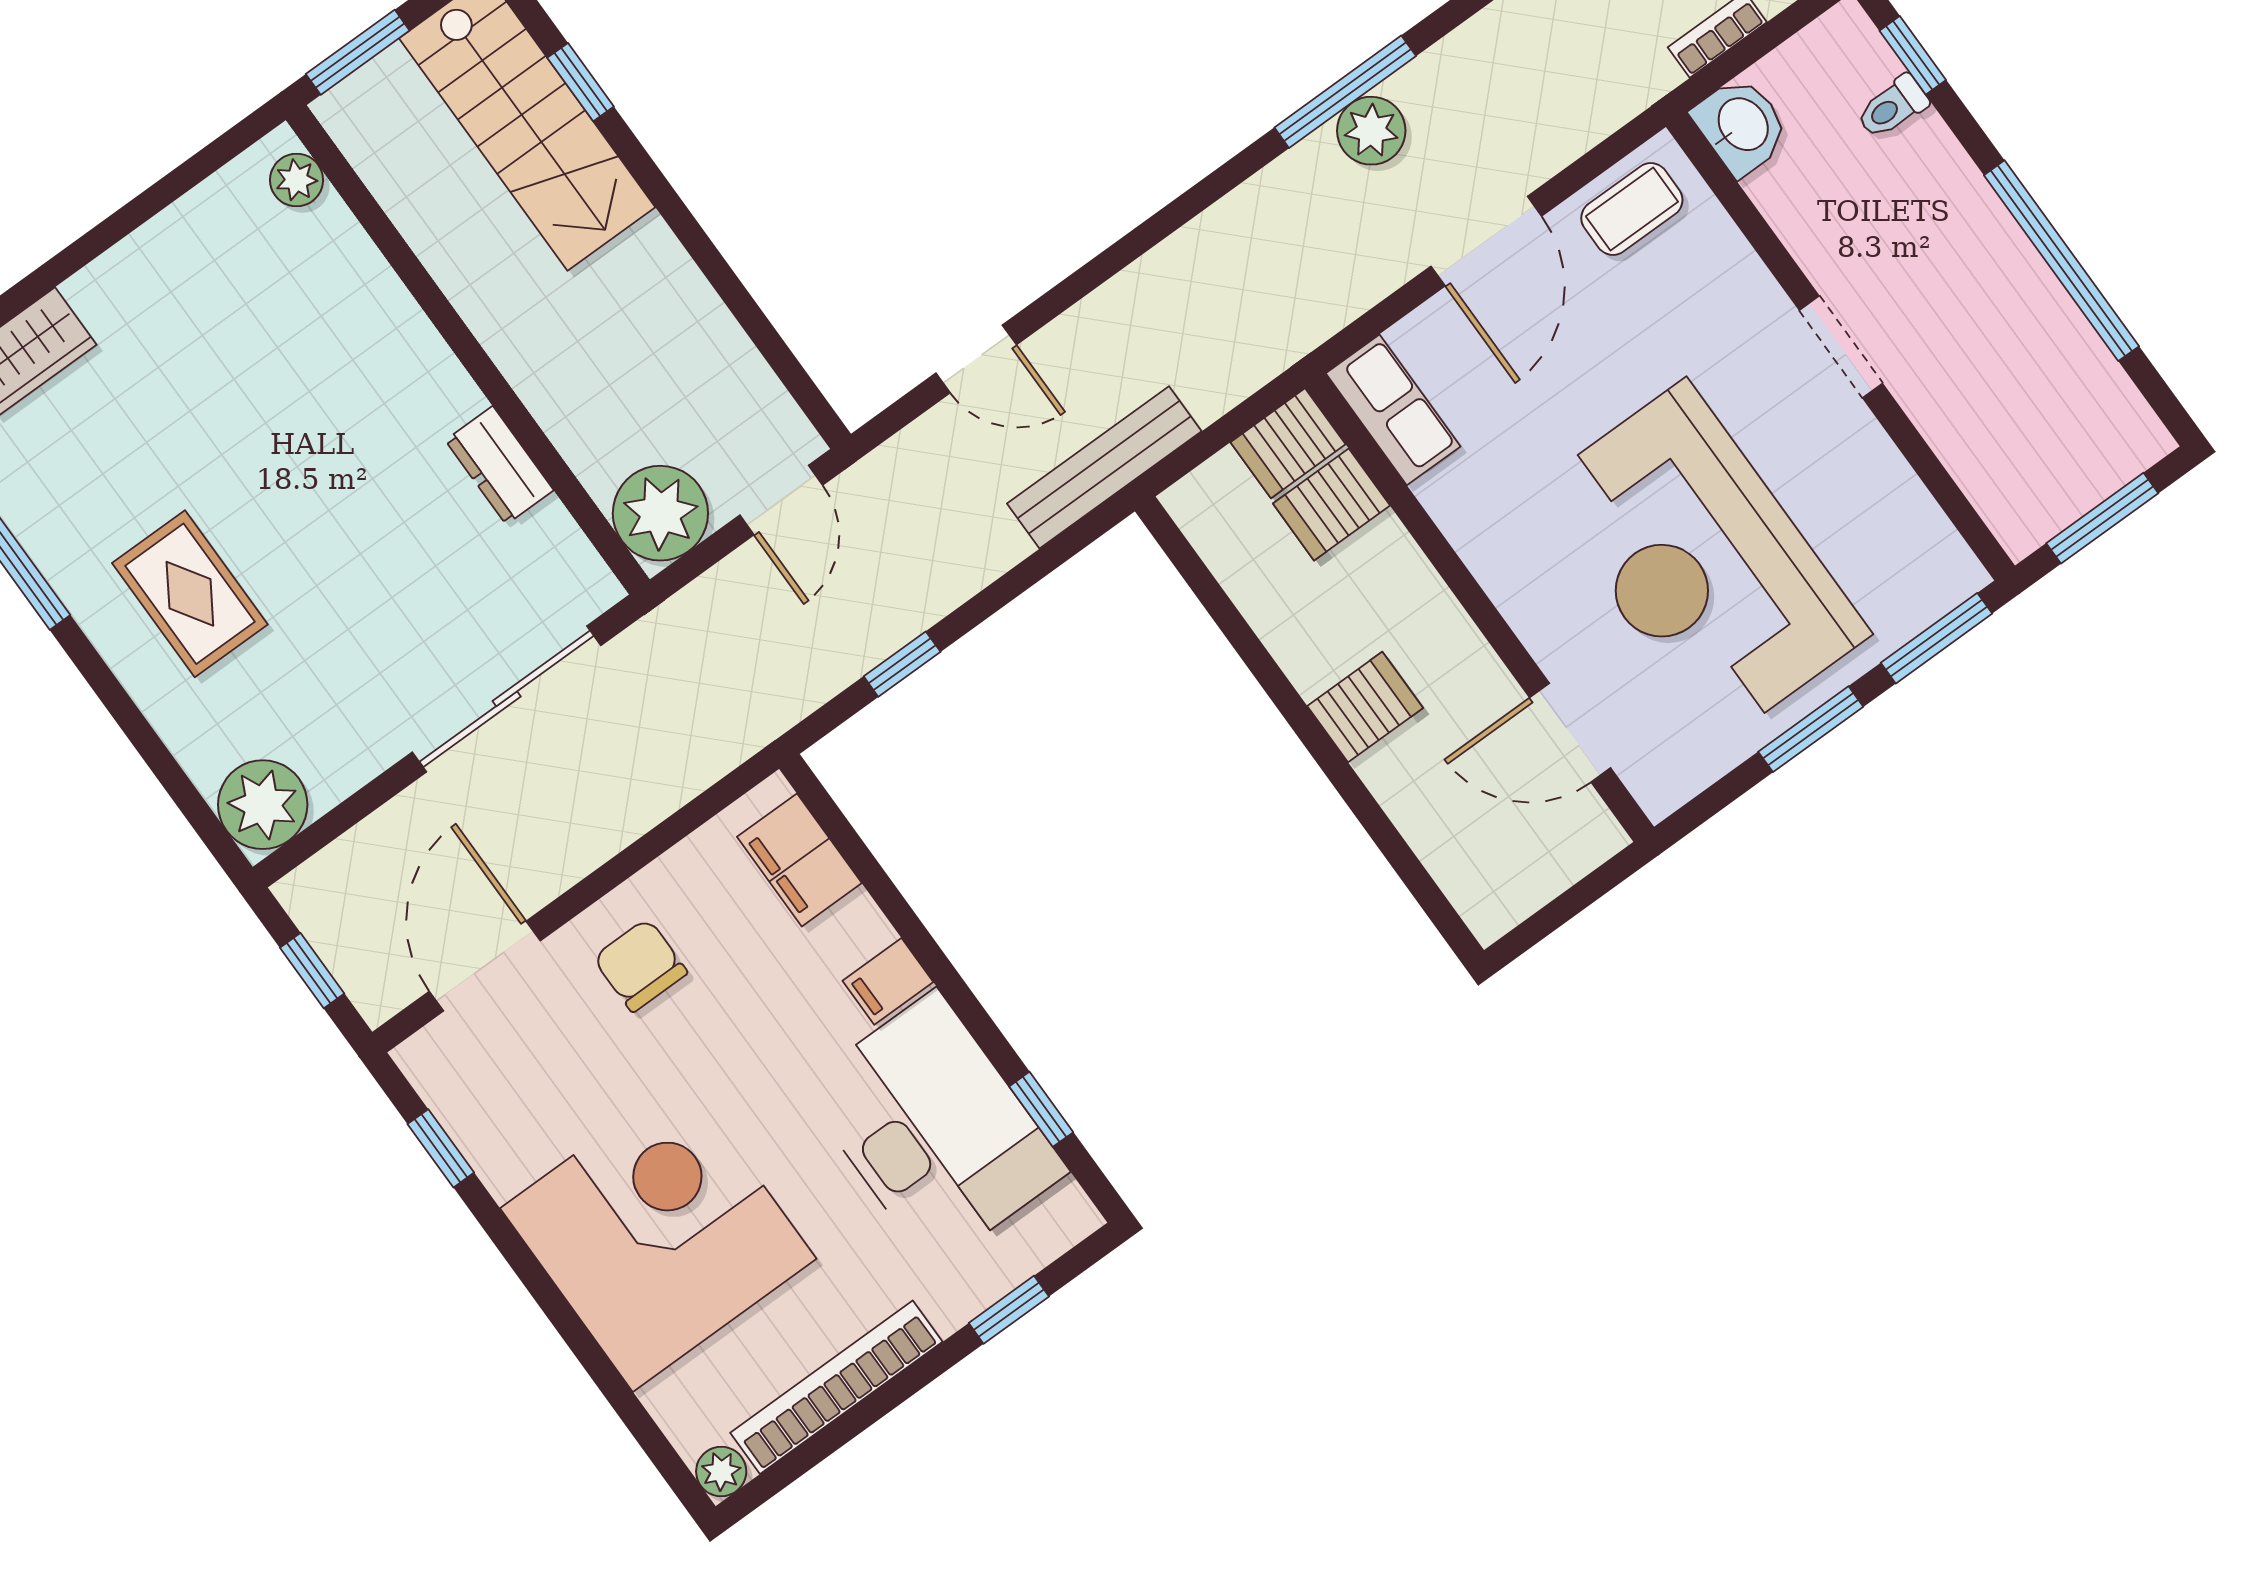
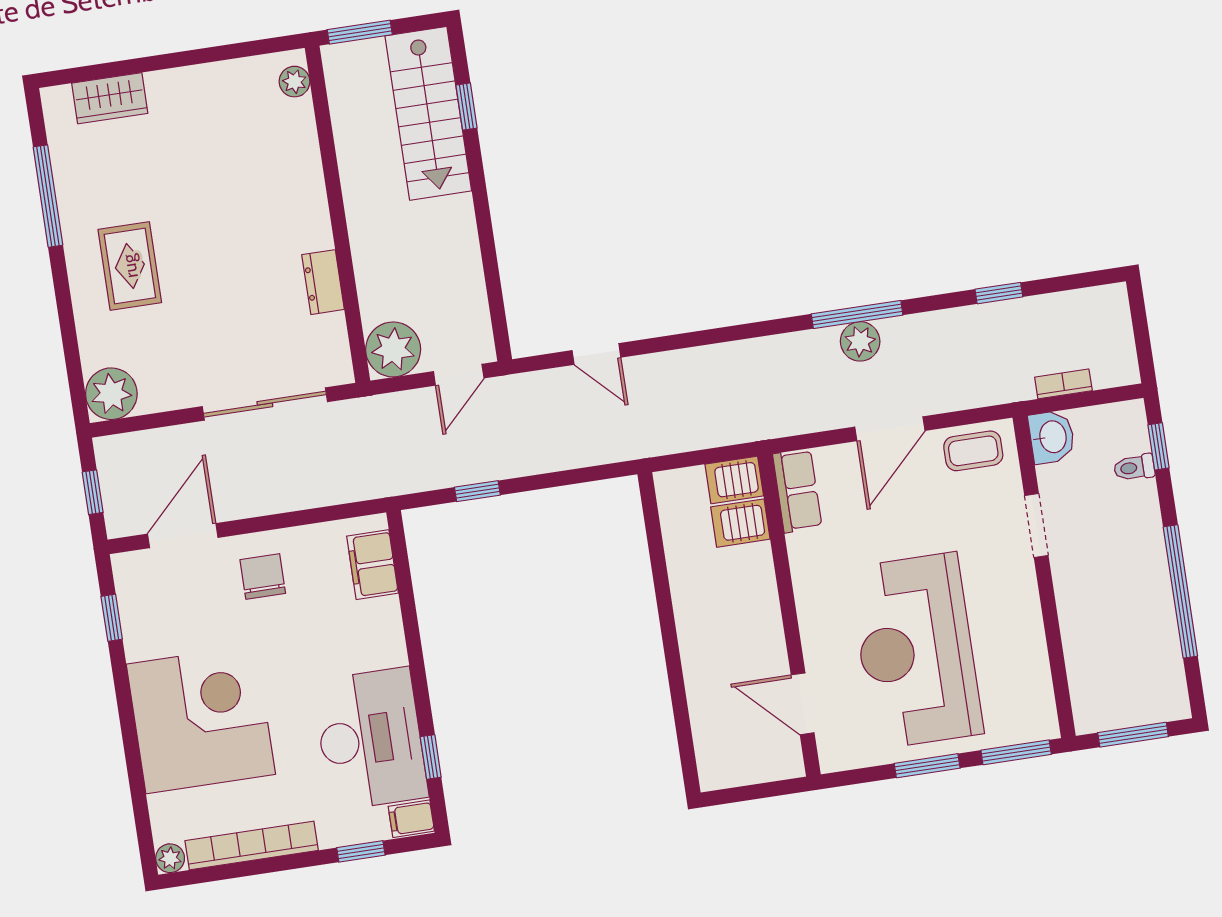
doorway: (1841, 347) -> (1036, 526), moved
bench: (1104, 467) -> (633, 444), removed
server rack: (1365, 707) -> (704, 636), removed
filing cabinet: (888, 981) -> (411, 819), moved

